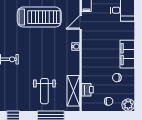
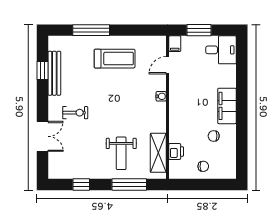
treadmill: (39, 17) -> (115, 59), width x0.73, depth x0.73
plant: (128, 105) -> (228, 171), removed

